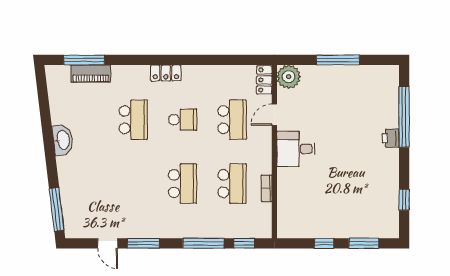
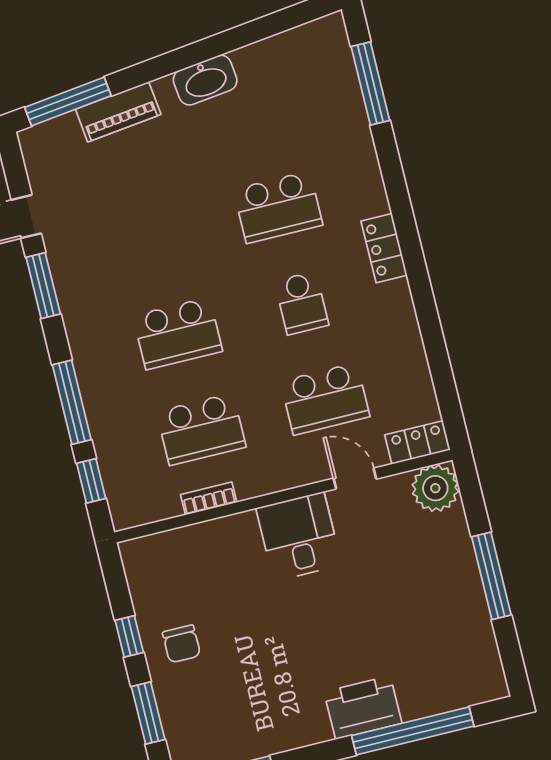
piano: (91, 74) -> (118, 112), moved, turned -97
printer: (391, 138) -> (363, 708), width x1.87, depth x1.48
chair: (334, 219) -> (181, 644), added

